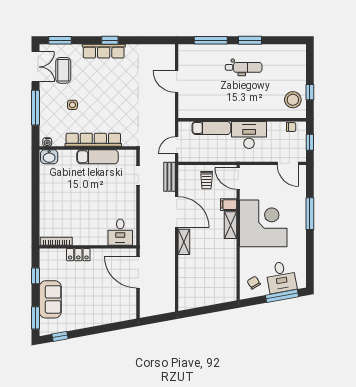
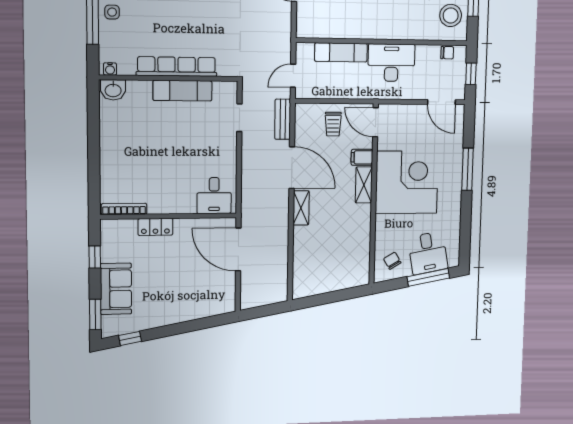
side table: (72, 105) -> (112, 12), moved

